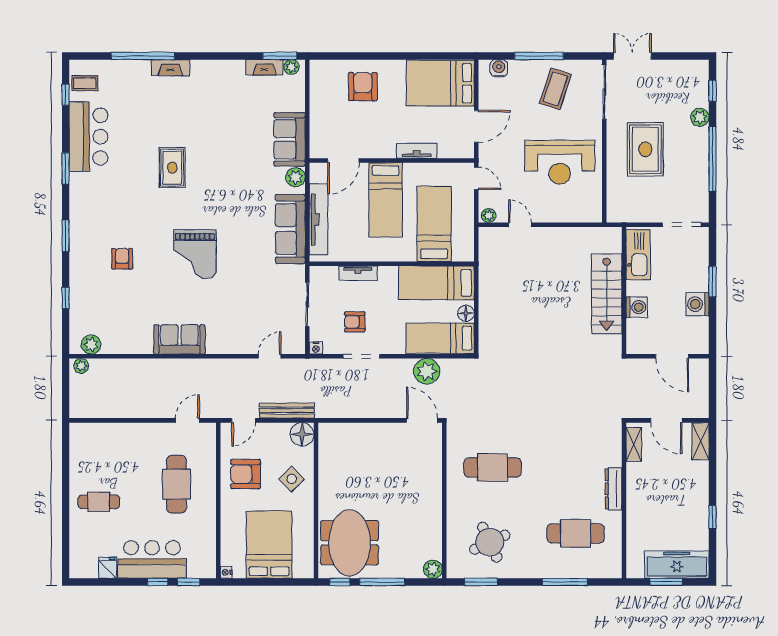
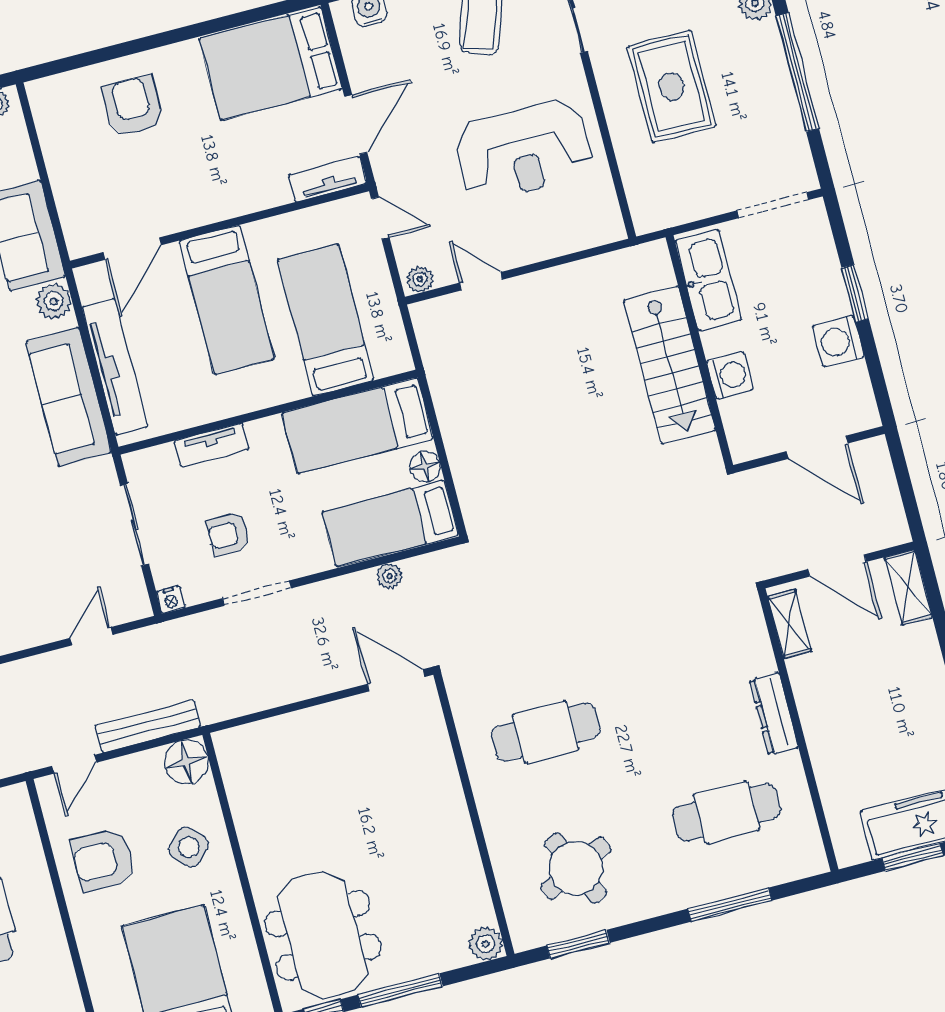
tv unit: (417, 151) -> (328, 179), moved
plant: (427, 371) -> (390, 576), width x0.53, depth x0.53

